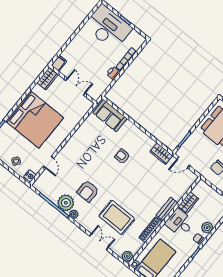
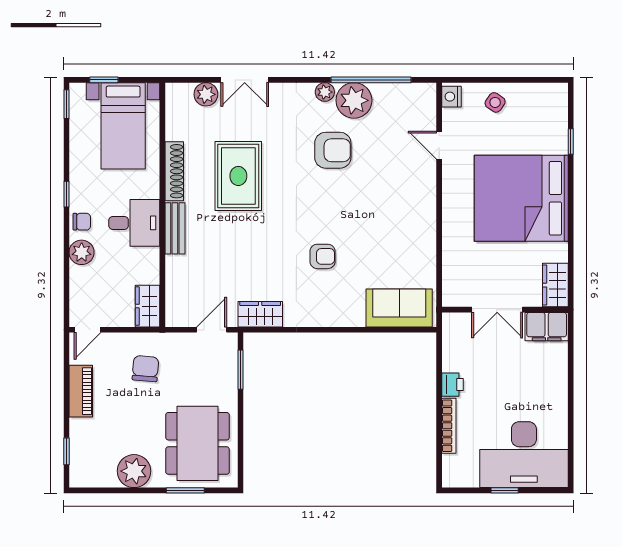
filing cabinet: (59, 63) -> (547, 327), width x2.00
armchair: (88, 191) -> (333, 150), turned 90
wardrobe: (188, 202) -> (148, 306), moved
rug: (117, 217) -> (238, 176), moved, turned 90
plant: (127, 256) -> (206, 94), moved

